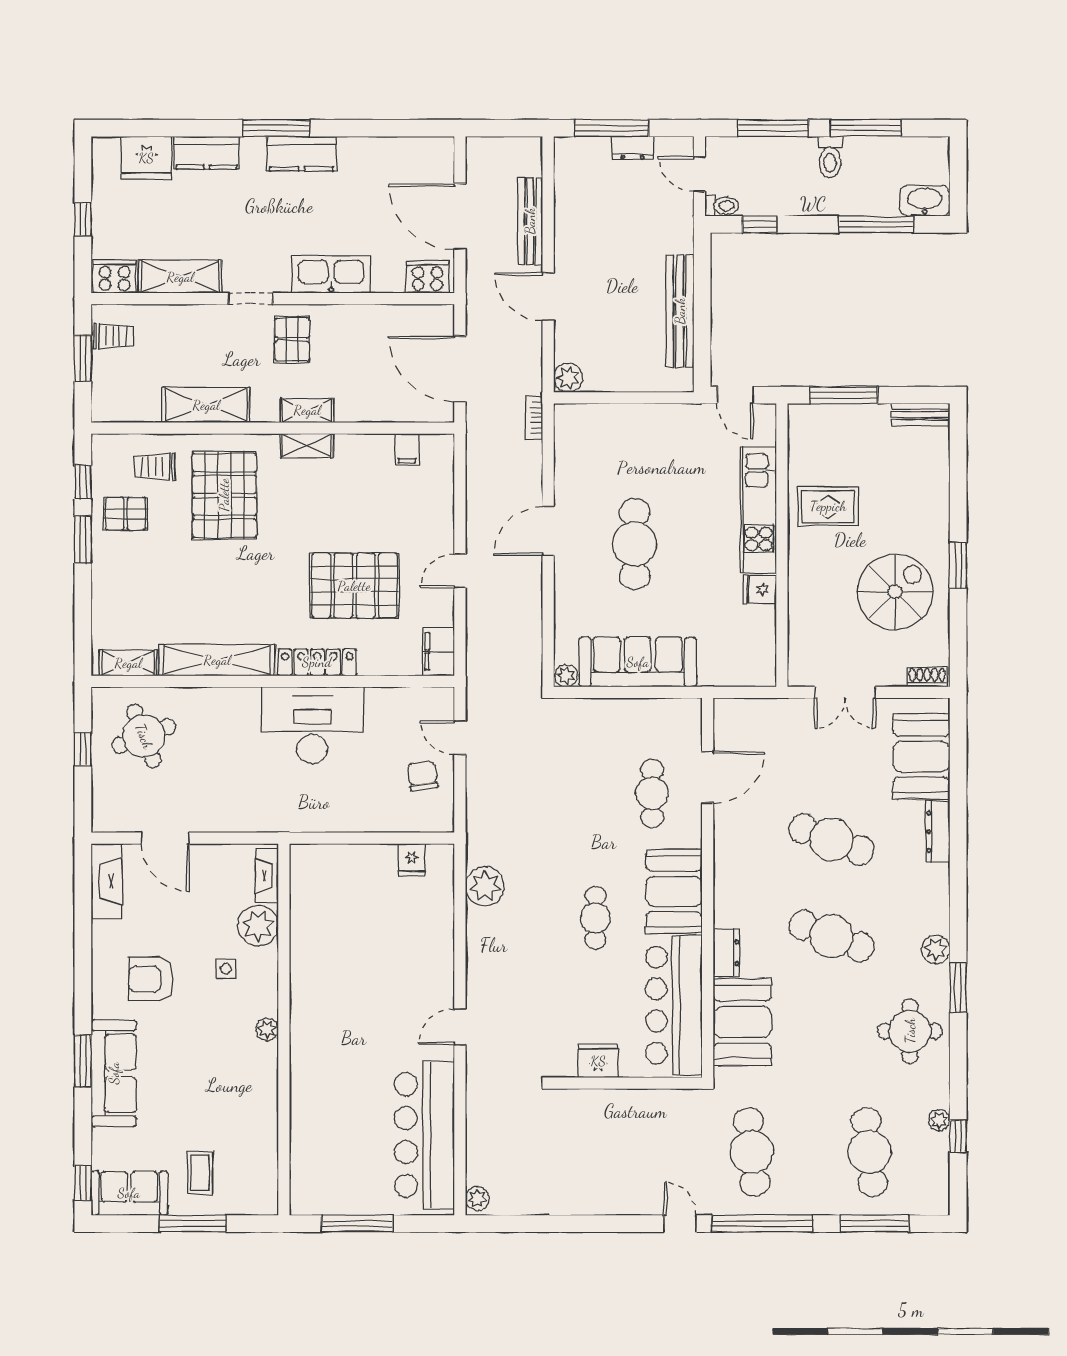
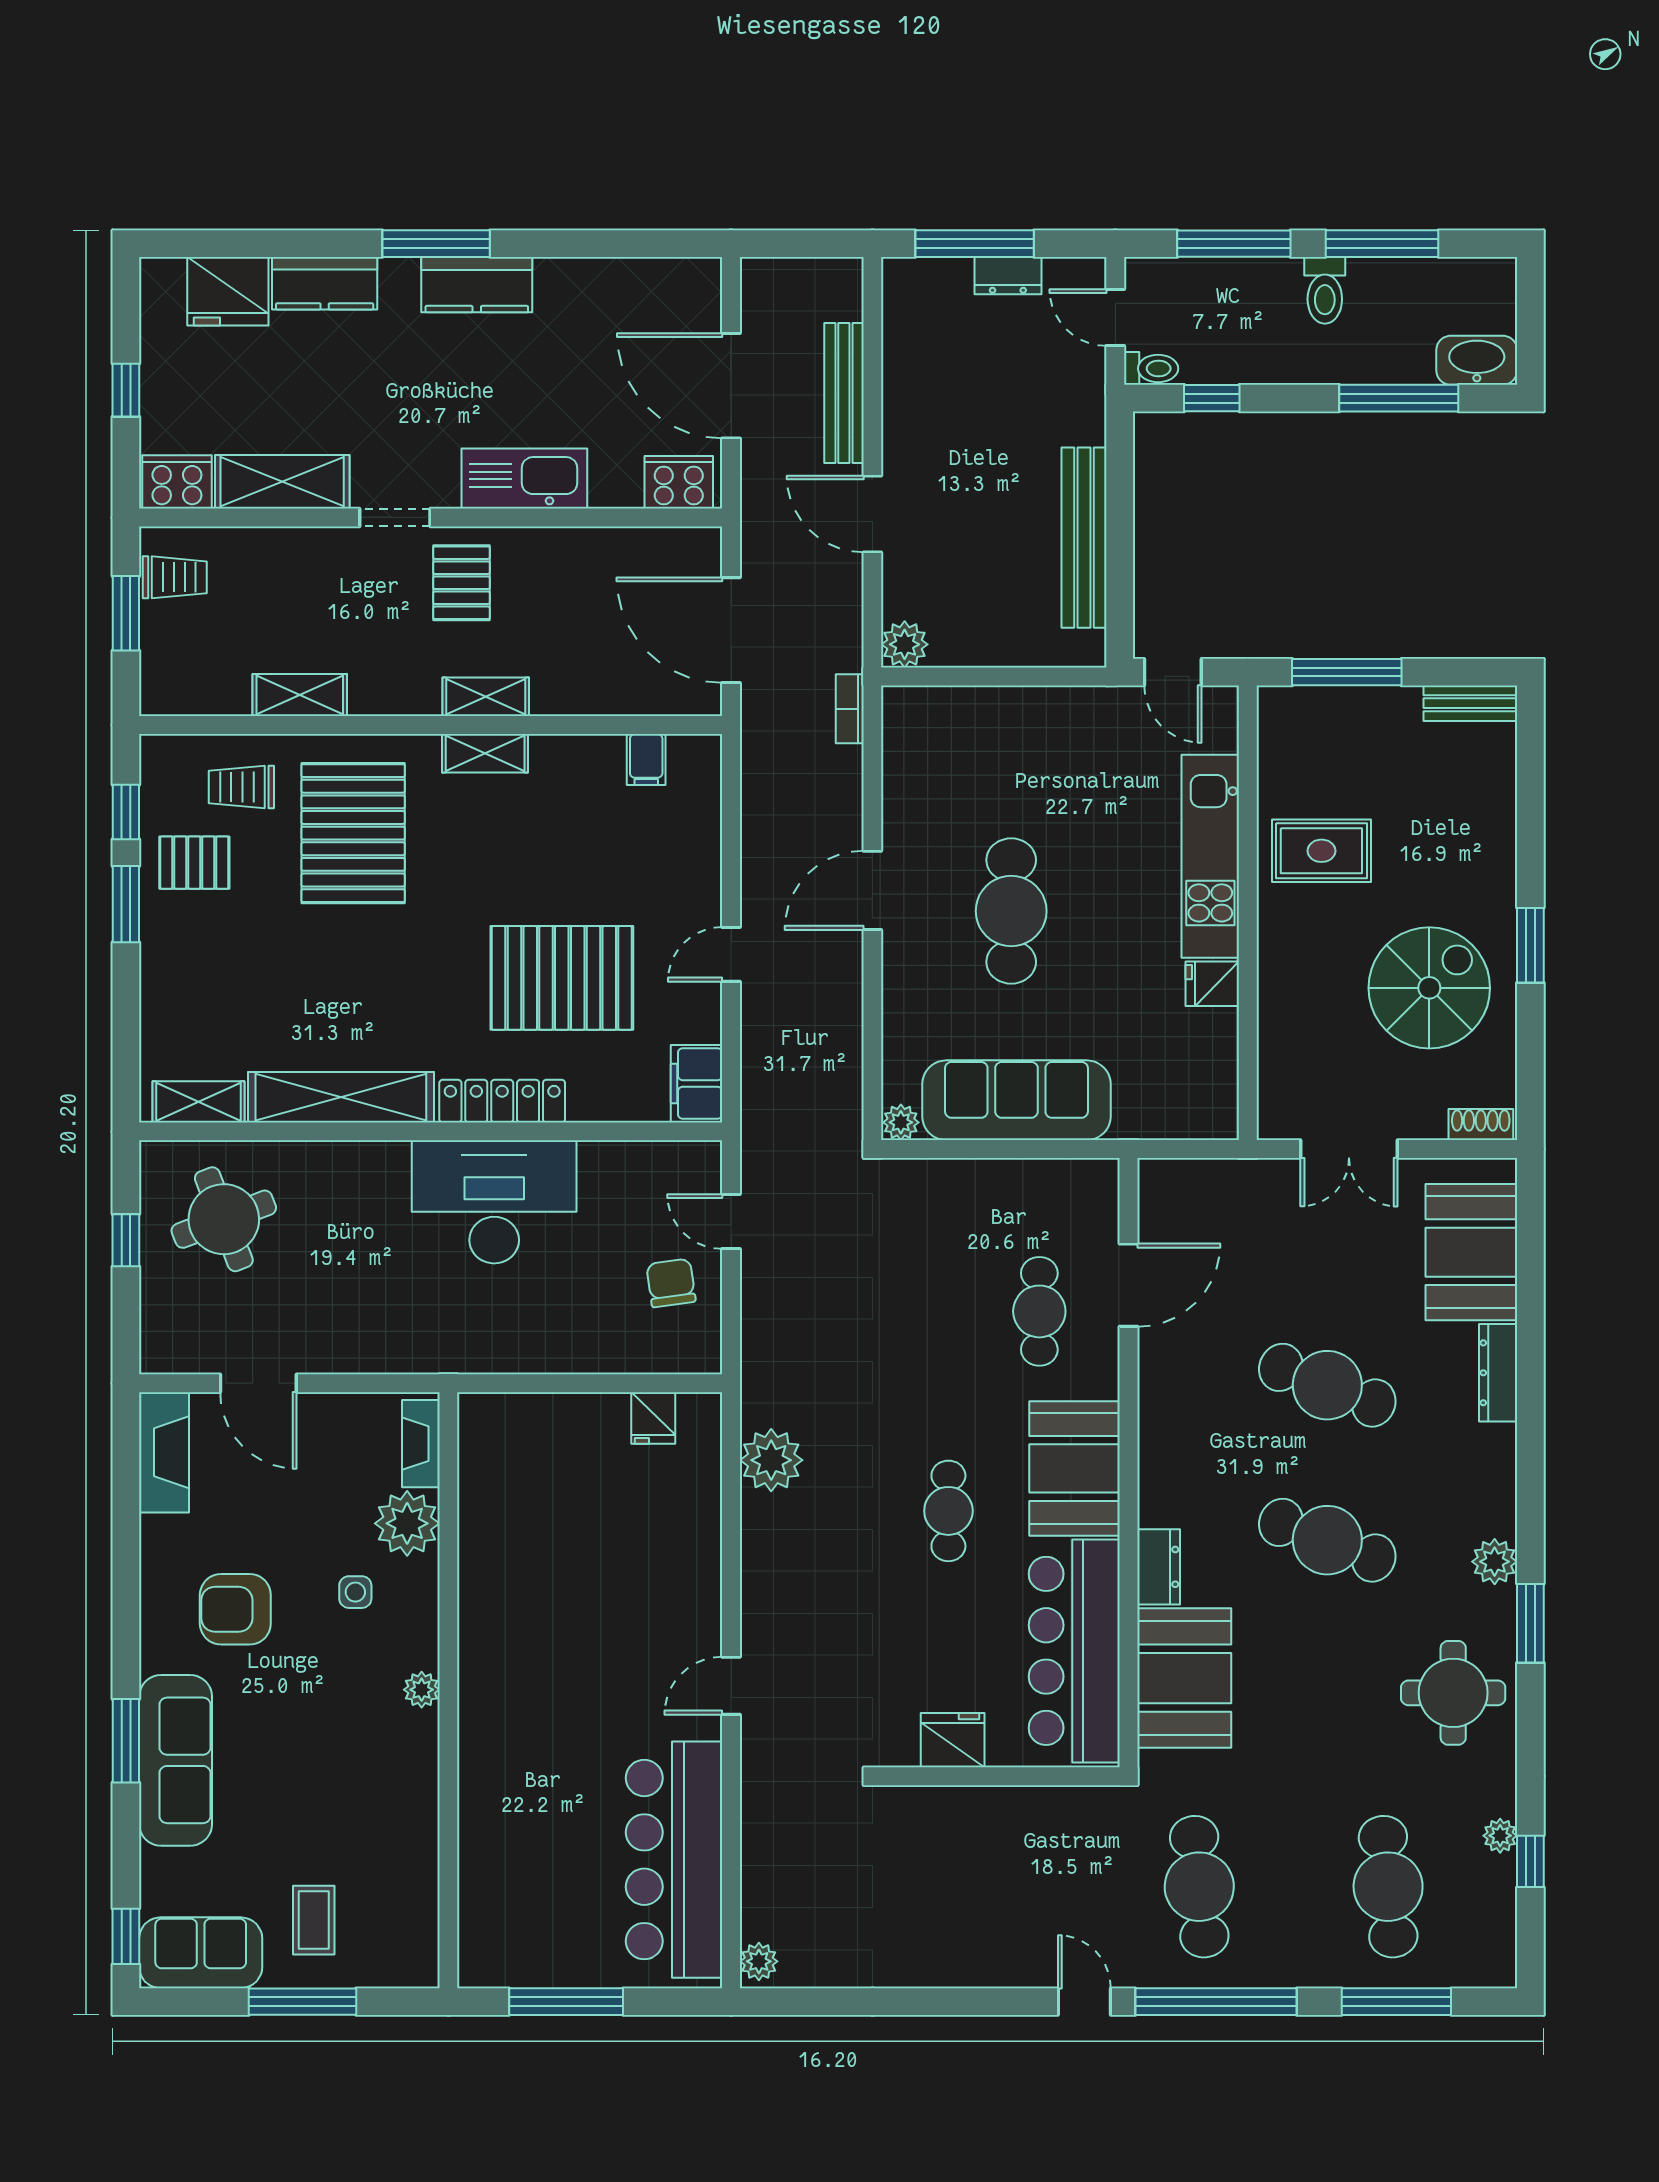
shelving: (206, 405) -> (300, 695), width x0.67, depth x0.75

